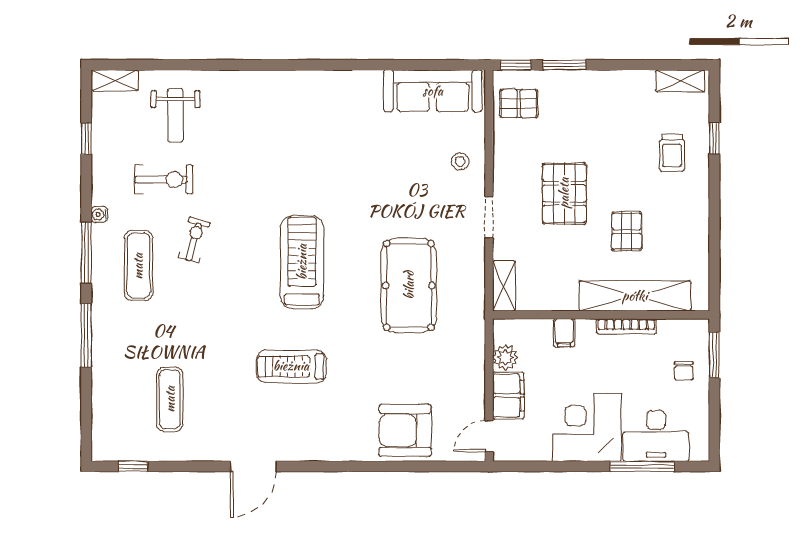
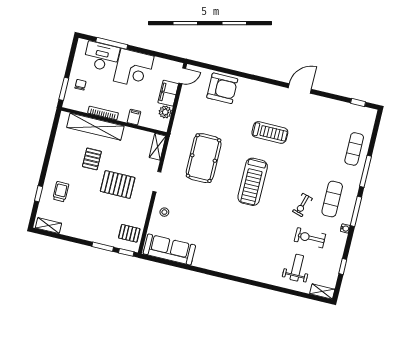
pallet: (564, 193) -> (118, 184), turned 90
exercise mat: (170, 399) -> (354, 149), moved

